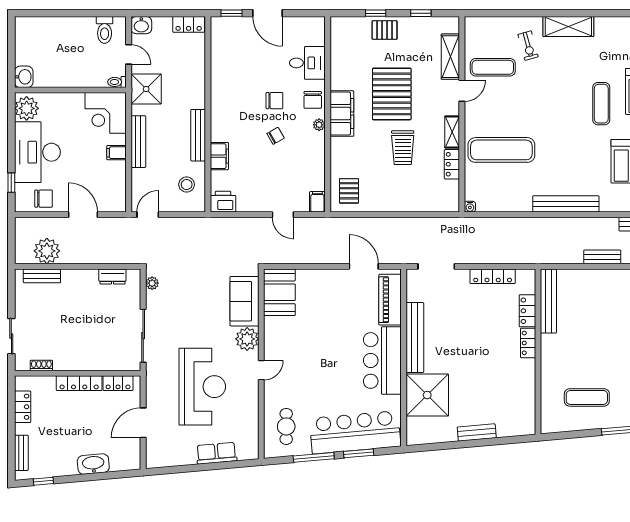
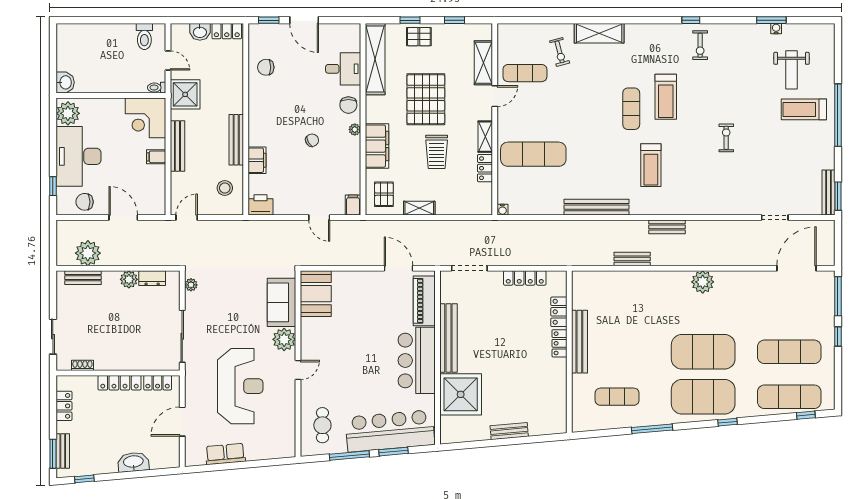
washbasin: (141, 25) -> (200, 32), moved
shelving: (340, 53) -> (375, 59), added
chair: (274, 101) -> (266, 67), moved, turned 180
filing cabinet: (342, 114) -> (377, 146), moved
chair: (44, 199) -> (85, 202), turned 180
shelving: (385, 205) -> (419, 208), added
plant: (89, 278) -> (129, 279), added
bench: (548, 301) -> (579, 342), moved
row of seats: (216, 453) -> (225, 454), moved
window: (11, 456) -> (53, 454), added

